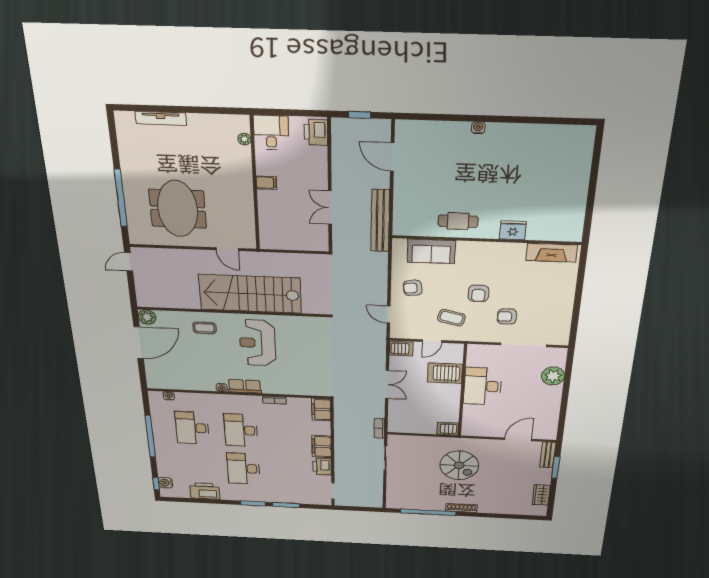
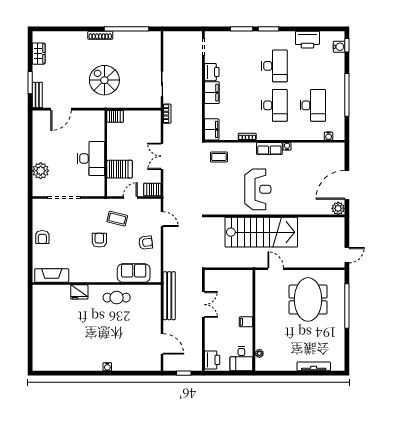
armchair: (507, 316) -> (42, 237), moved, turned 90
coffee table: (205, 328) -> (219, 157), moved

